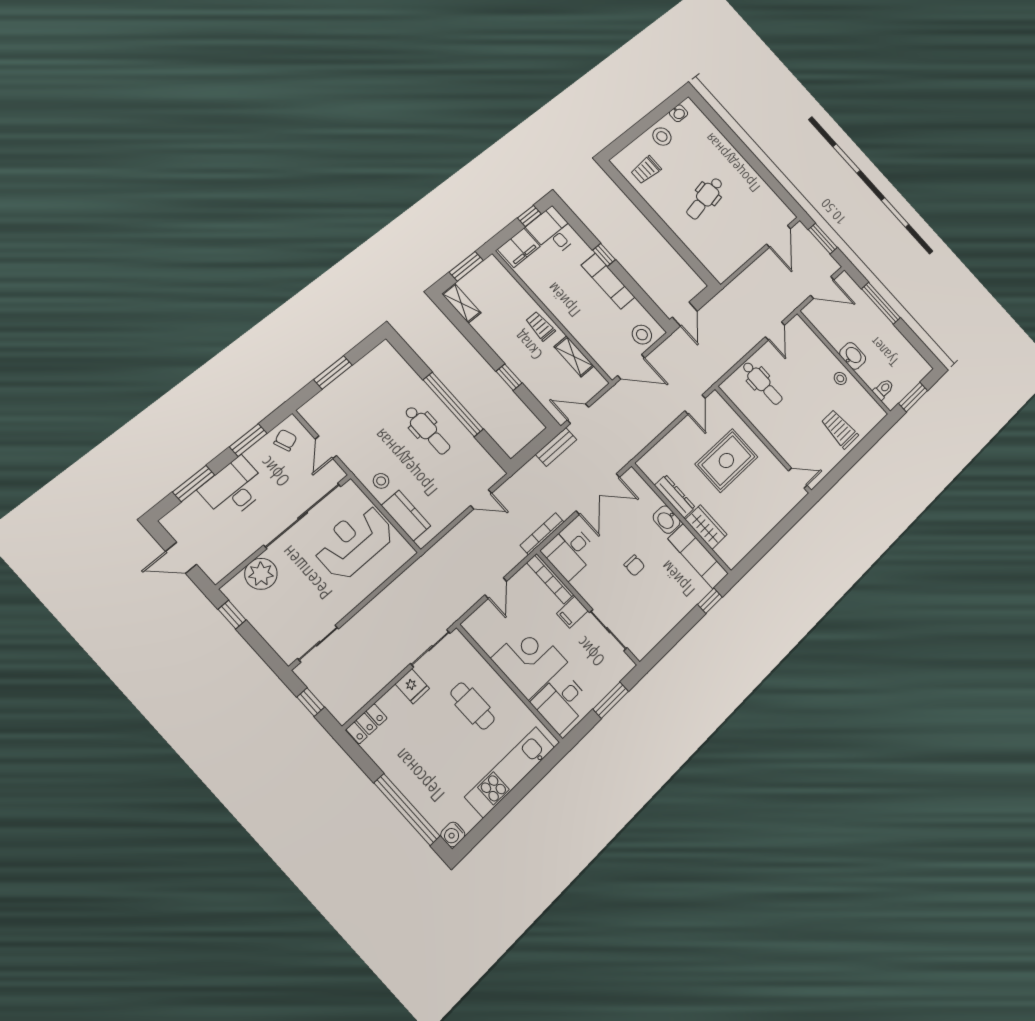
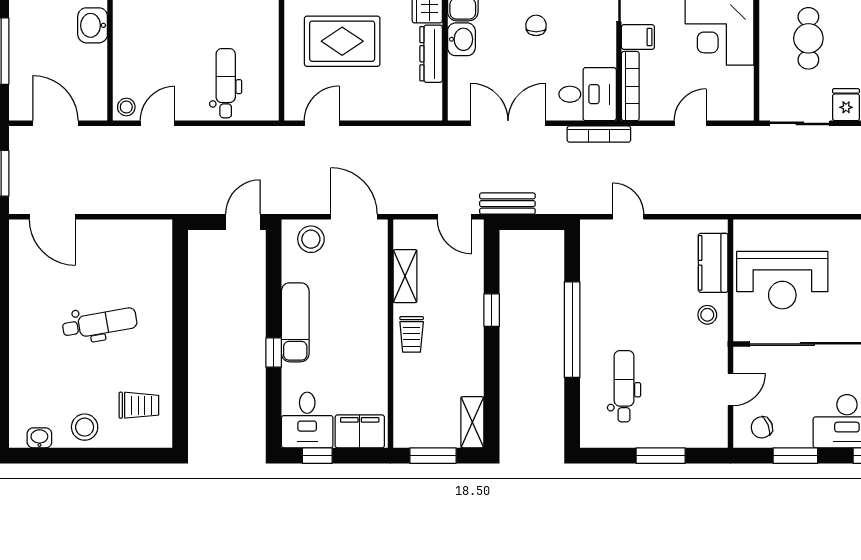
door: (779, 236) -> (52, 217), swing flipped
stool: (840, 378) -> (126, 107), moved
dental chair: (427, 430) -> (624, 386), moved

